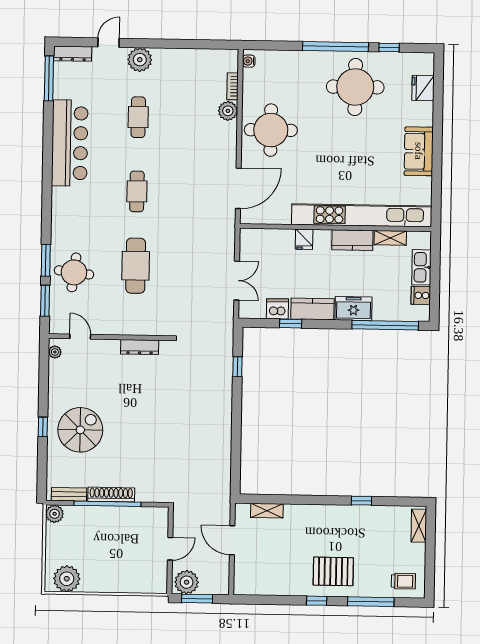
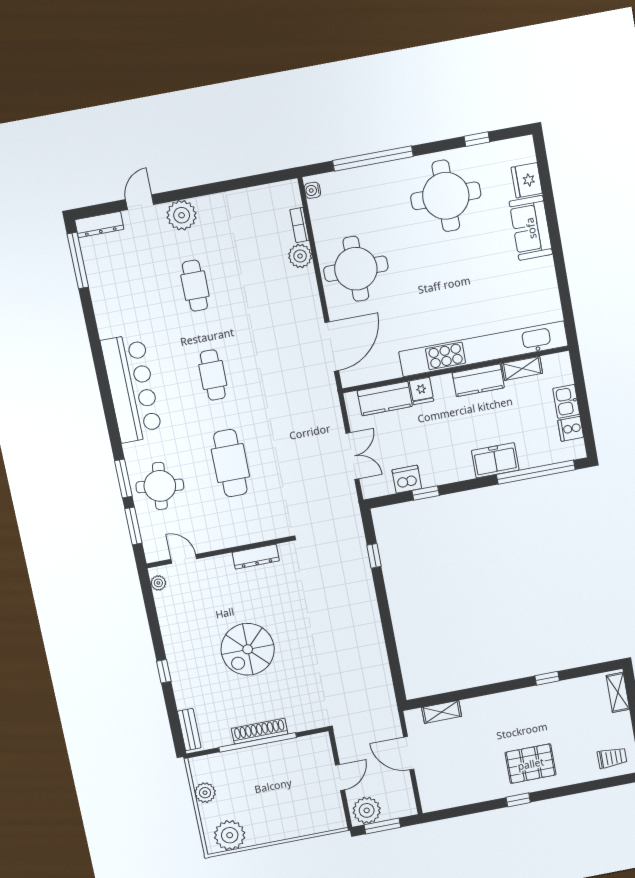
window: (336, 47) -> (373, 159), moved
bar counter: (70, 143) -> (132, 388), moved
sofa: (419, 151) -> (531, 228), moved
kitchen sink: (421, 267) -> (566, 401), width x0.73
kitchen counter: (312, 309) -> (385, 399), moved, turned 180
spiral stairs: (80, 430) -> (248, 649), moved, turned 180
bench: (69, 494) -> (189, 730), moved, turned 90
plant: (55, 514) -> (205, 793), moved
window: (371, 602) -> (579, 788), removed

